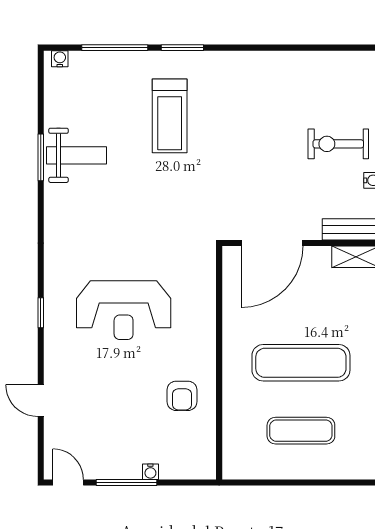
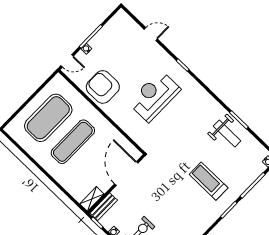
weight bench: (76, 155) -> (227, 133), turned -90
armchair: (182, 396) -> (103, 87), width x1.88, depth x1.88
exercise mat: (301, 431) -> (48, 118), width x2.00, depth x1.45
door: (68, 482) -> (67, 61), moved

